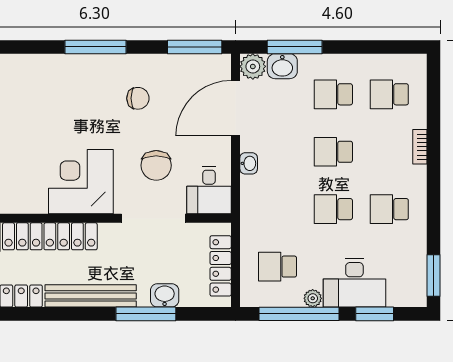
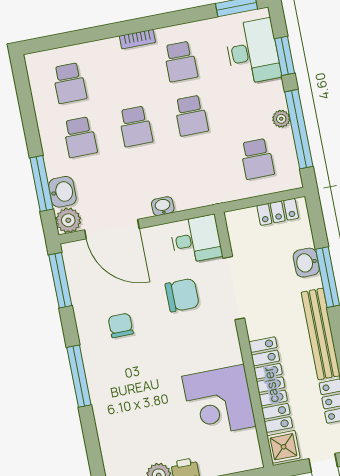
bookcase: (420, 147) -> (137, 39), moved
corner desk: (81, 182) -> (219, 401), moved
locker: (221, 266) -> (278, 212), width x0.66
desk: (354, 283) -> (253, 52), moved

